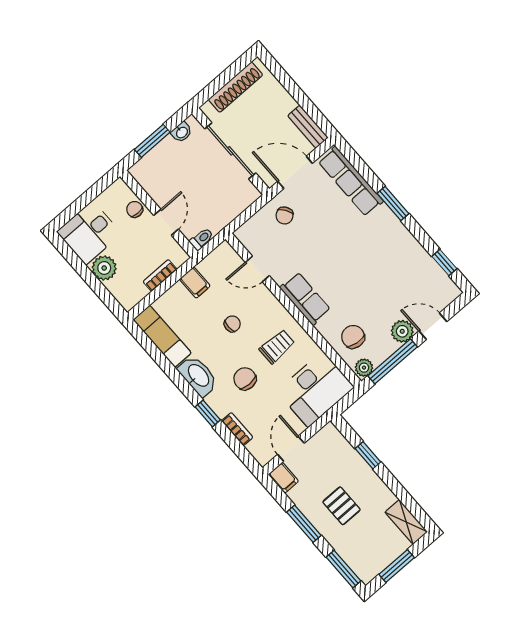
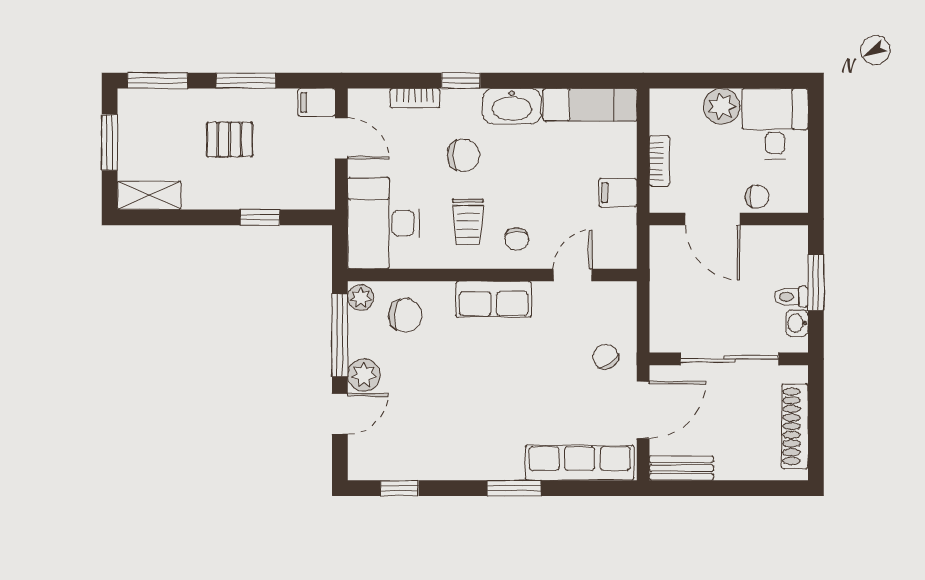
door: (166, 222) -> (712, 219), width x1.38
toilet: (201, 239) -> (791, 297), moved, turned 90
chair: (232, 324) -> (517, 239), moved

